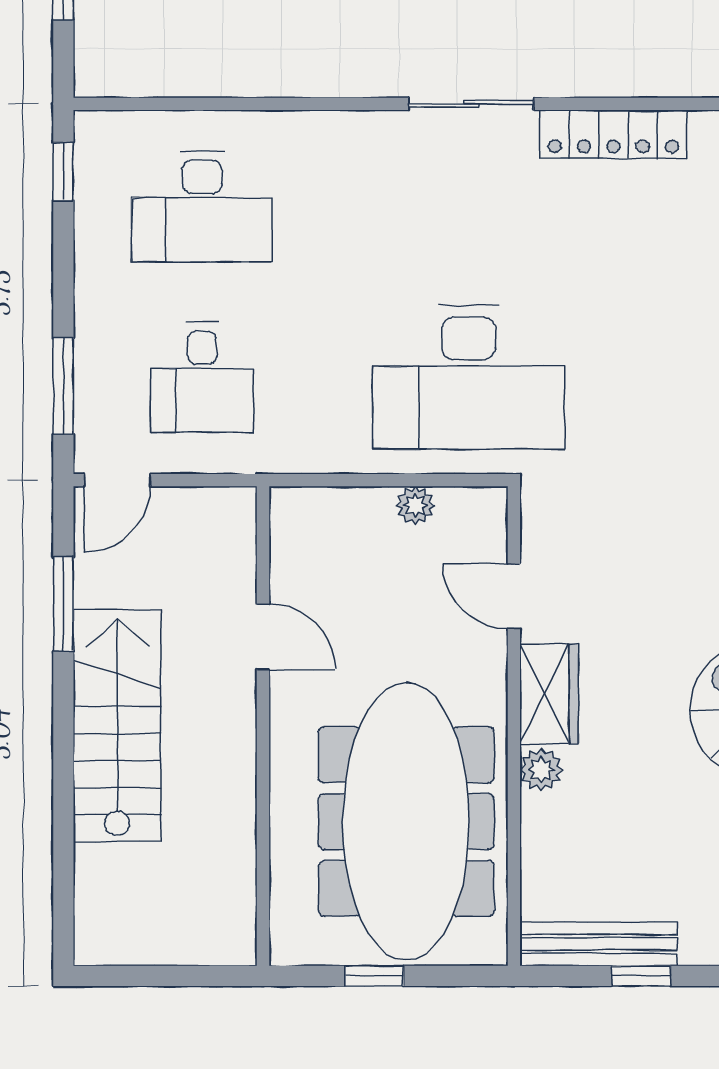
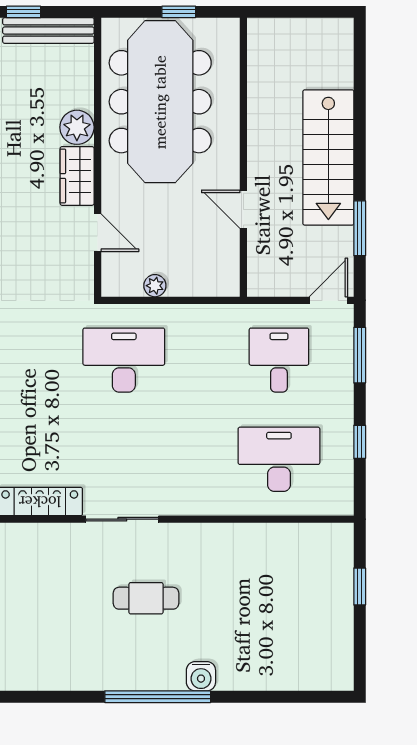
window: (63, 171) -> (360, 442), moved
desk: (469, 377) -> (124, 360), width x0.73, depth x0.77
plant: (541, 770) -> (77, 127), width x1.38, depth x1.38

